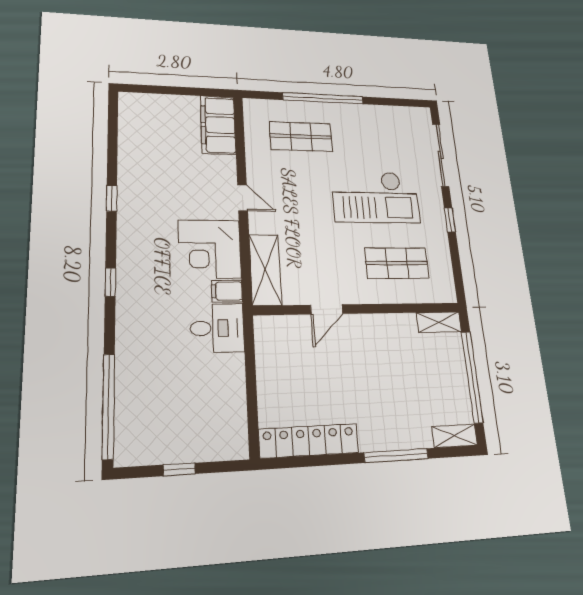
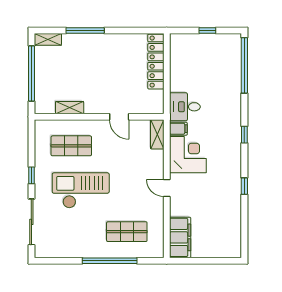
shelving: (265, 270) -> (157, 134), width x0.67, depth x0.75
door: (327, 309) -> (119, 117), swing flipped
shelving: (439, 322) -> (70, 108), moved
locker: (309, 441) -> (156, 62), moved, turned 90

